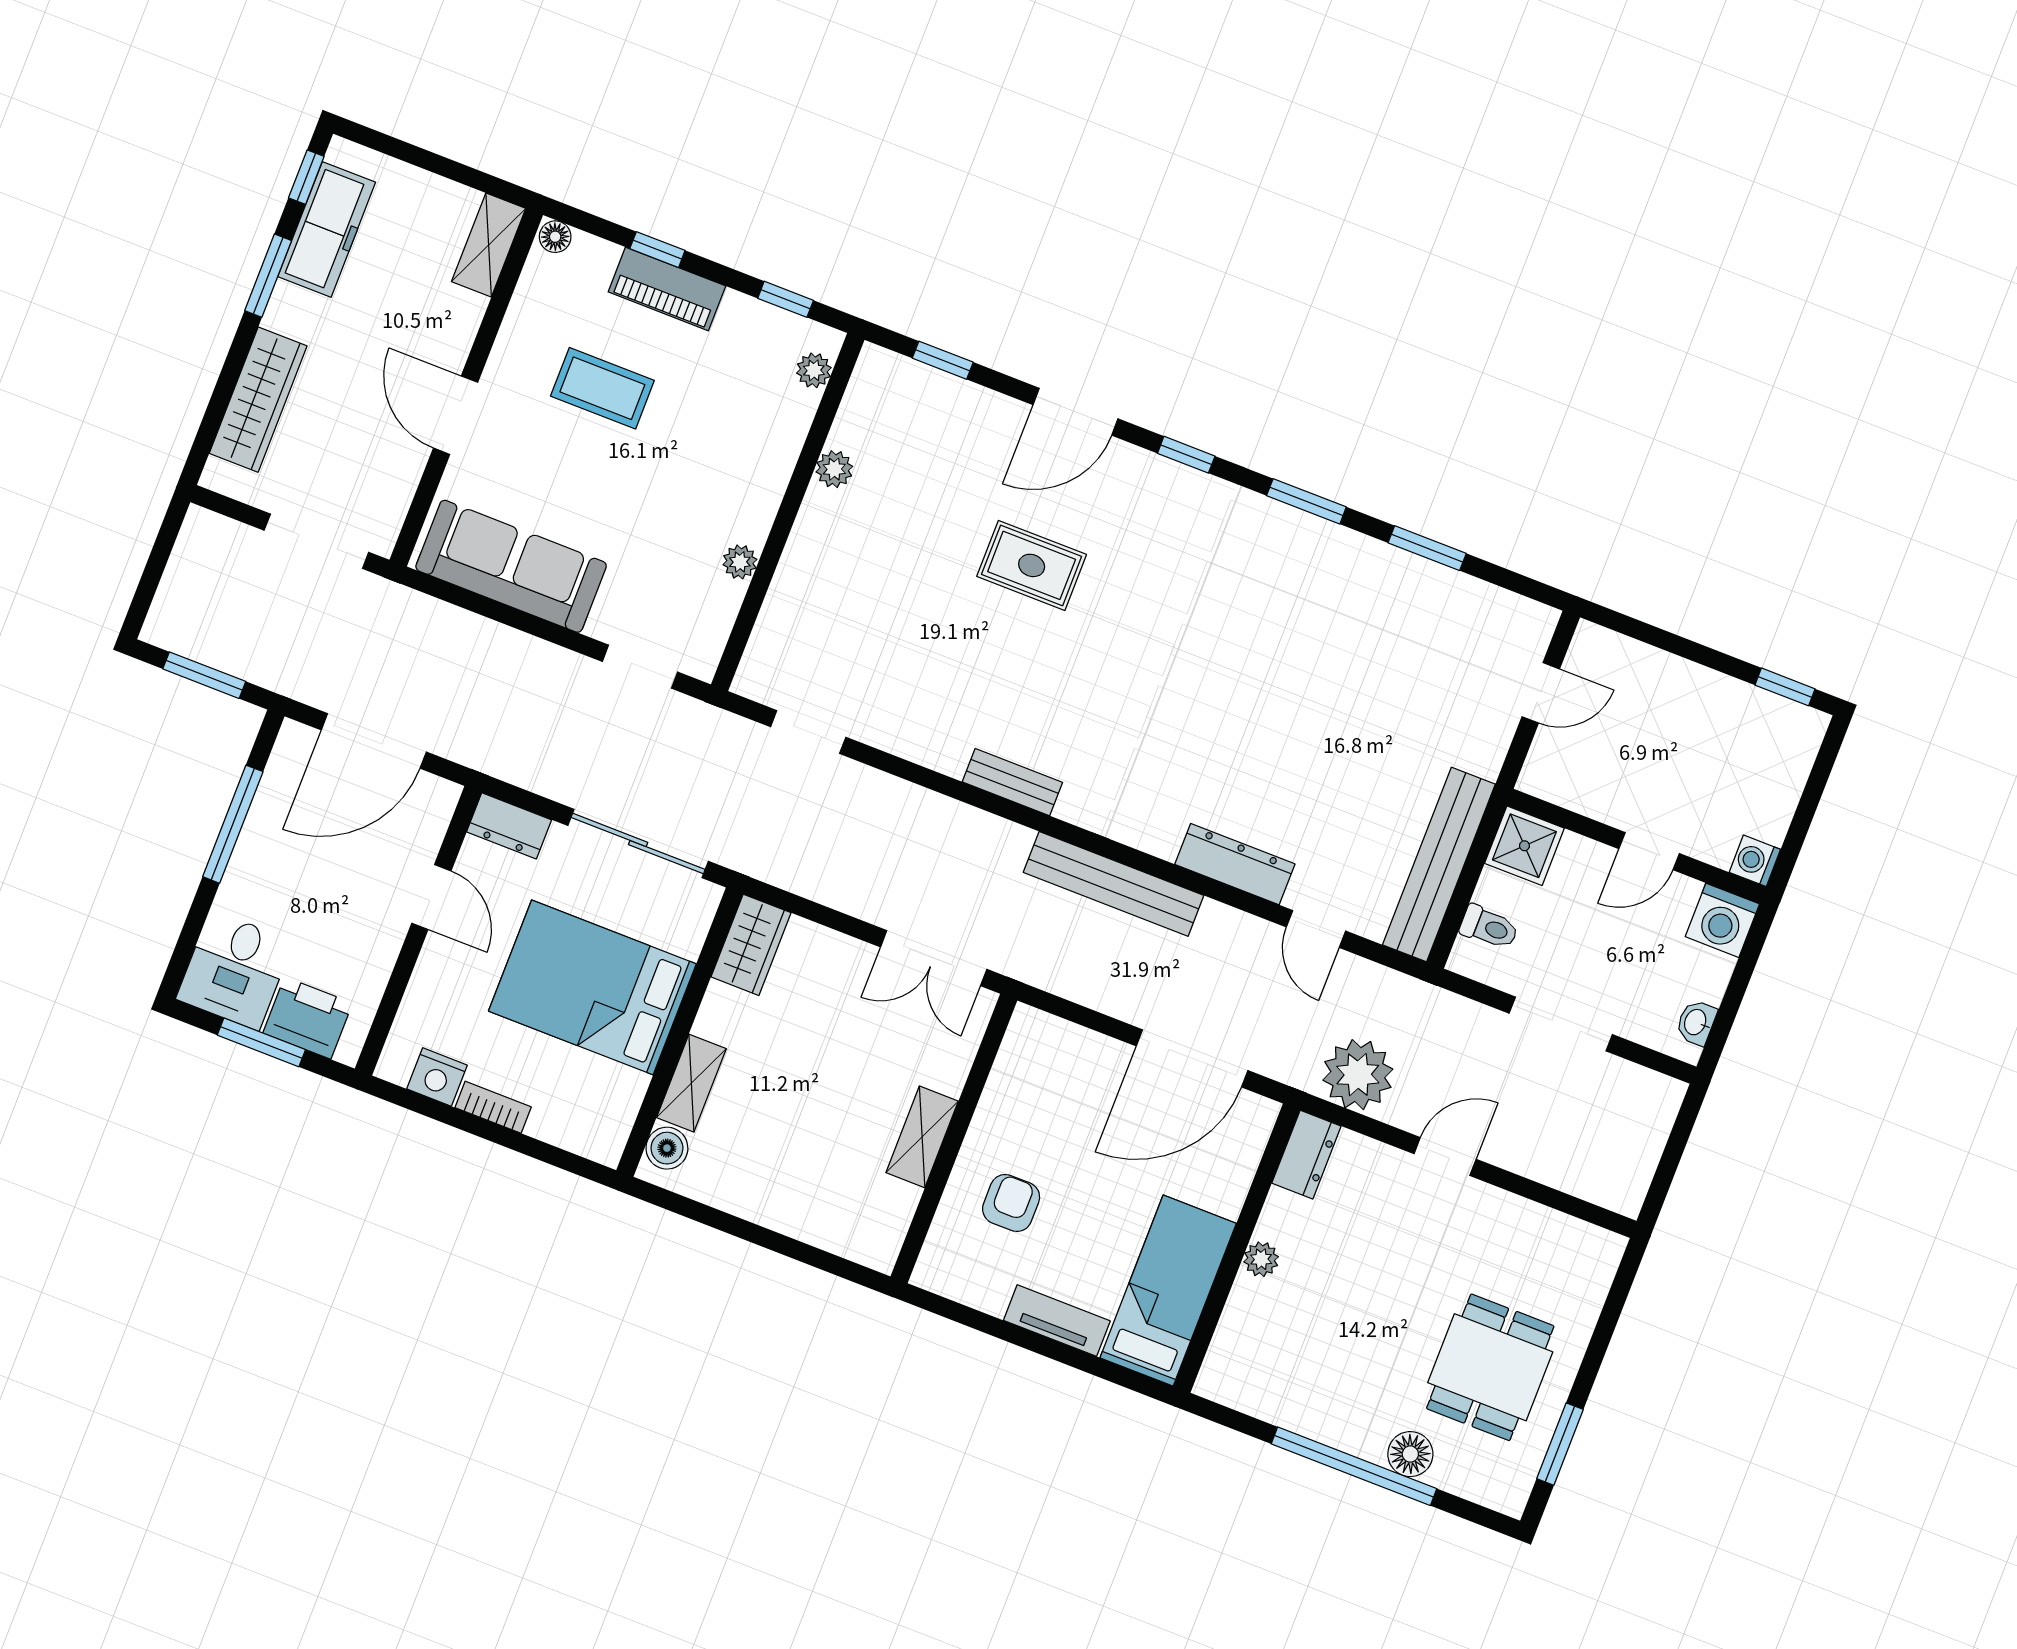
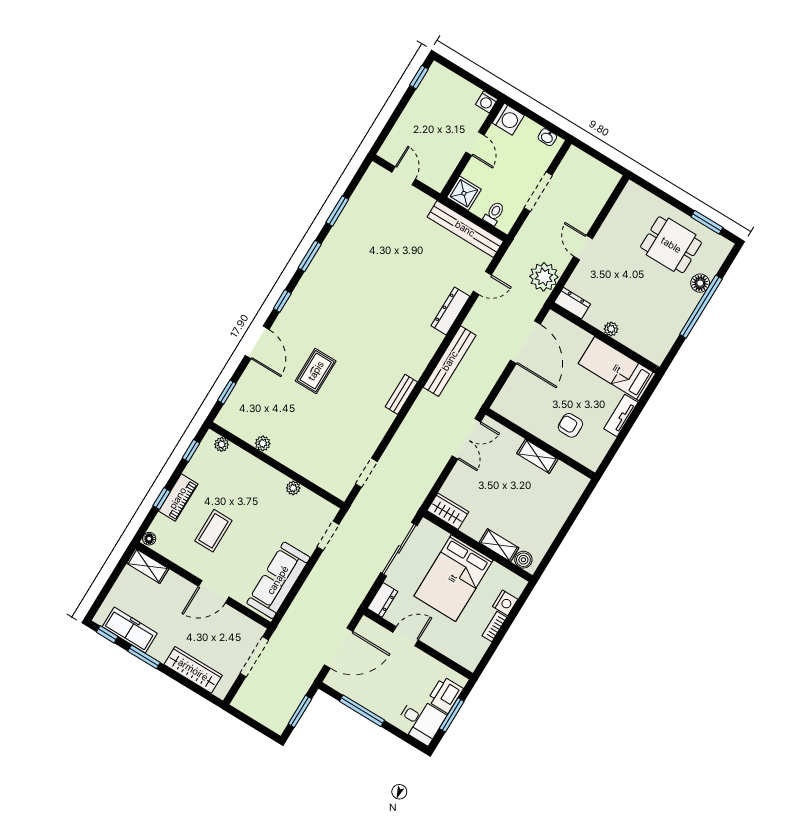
door: (374, 741) -> (339, 648), hinge flipped
nightstand: (437, 1077) -> (505, 603), moved

